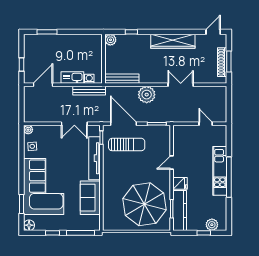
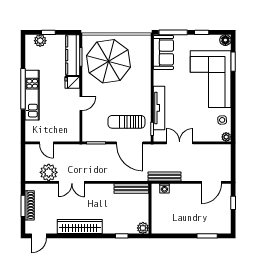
kitchen sink: (72, 78) -> (181, 190), removed
plant: (147, 95) -> (49, 172), moved
sofa: (90, 198) -> (163, 52), moved

